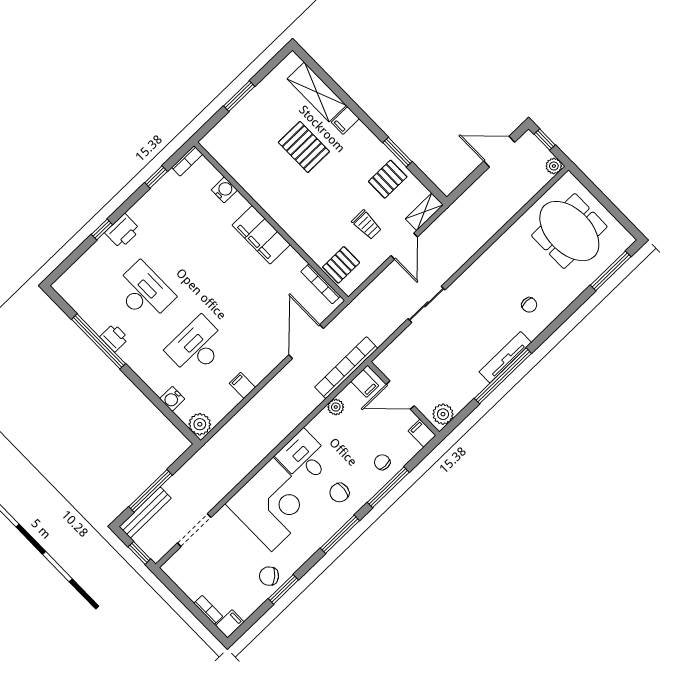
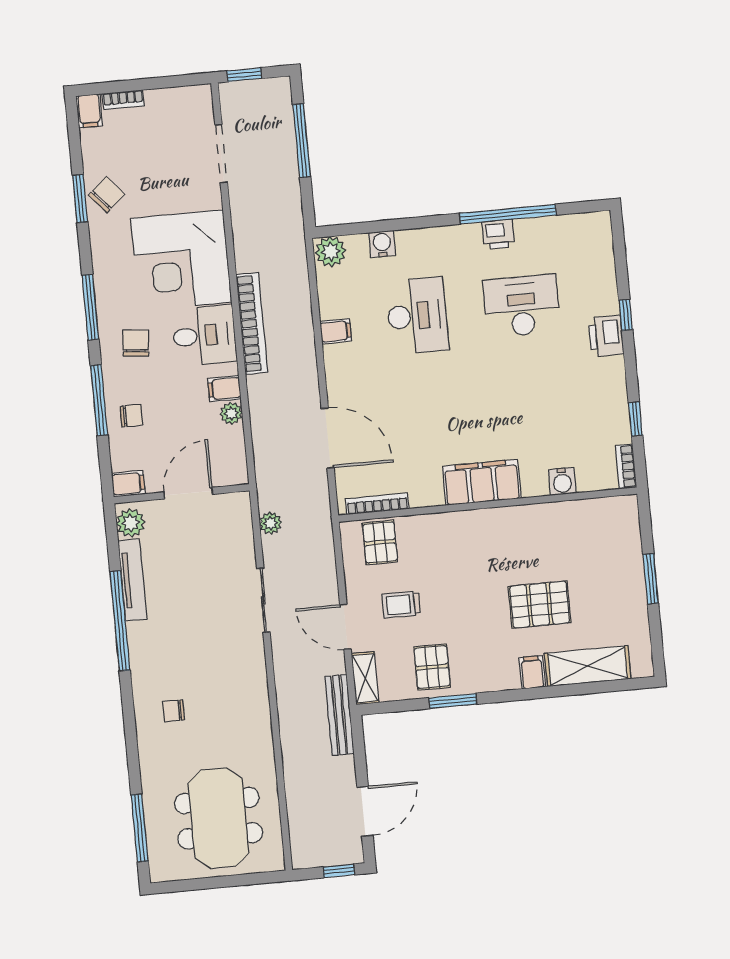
plant: (554, 166) -> (270, 523), moved
meeting table: (569, 231) -> (219, 818), turned 90
desk: (144, 292) -> (522, 306), turned 180
tv unit: (505, 357) -> (132, 580), moved
bookcase: (346, 368) -> (252, 323), moved
filing cabinet: (365, 383) -> (224, 389), moved
bench: (145, 512) -> (339, 715), moved

